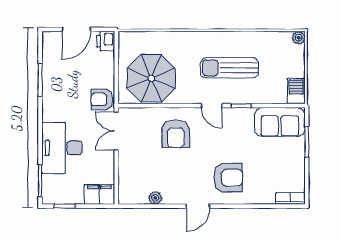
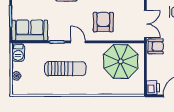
plant: (299, 38) -> (16, 76), moved

